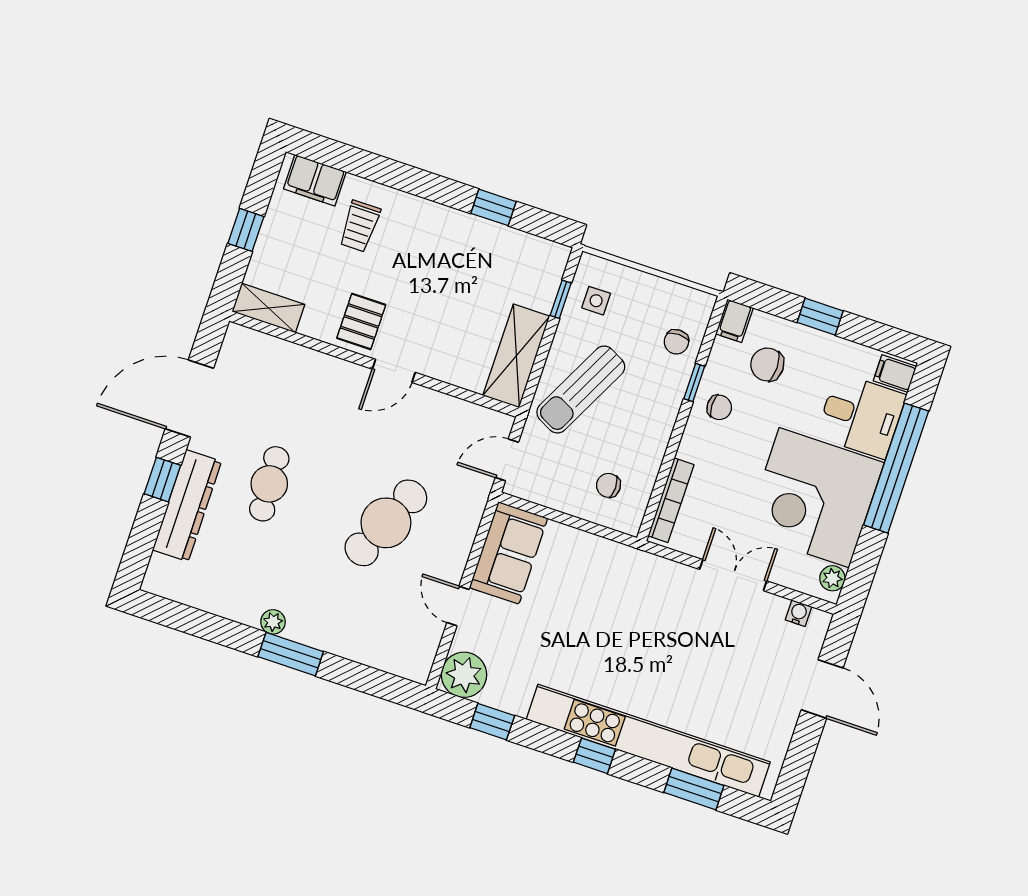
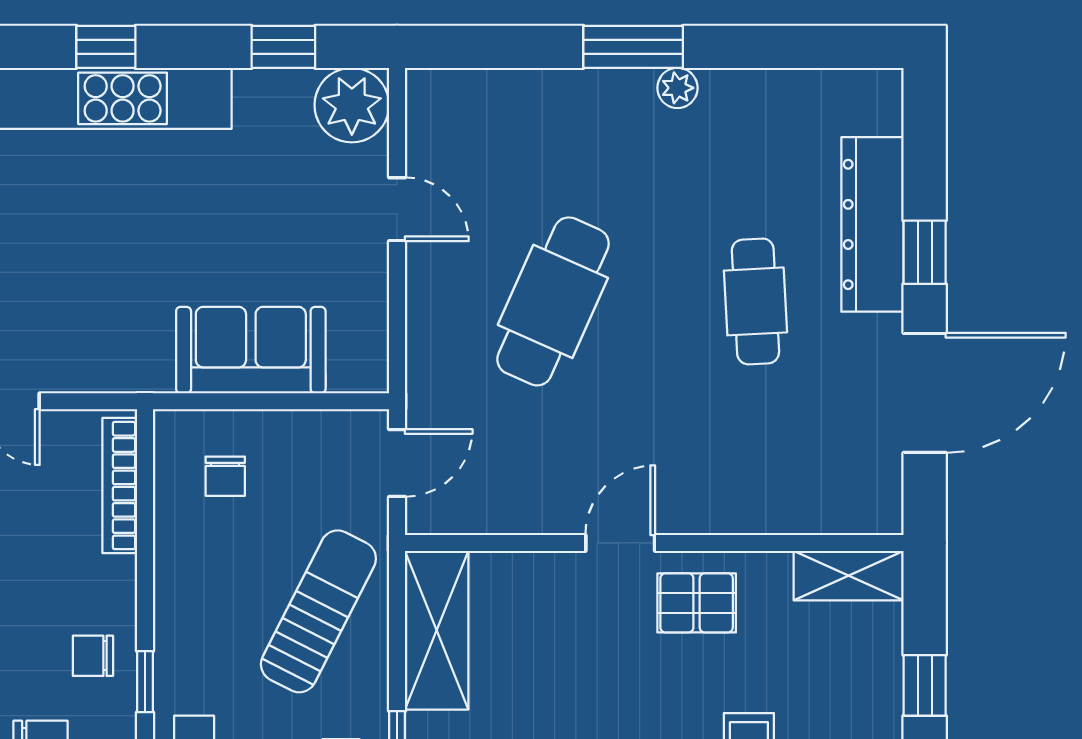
pallet: (361, 321) -> (697, 603), turned 90
chair: (608, 485) -> (225, 476), turned 90
sofa: (509, 553) -> (251, 350), moved, turned 90

